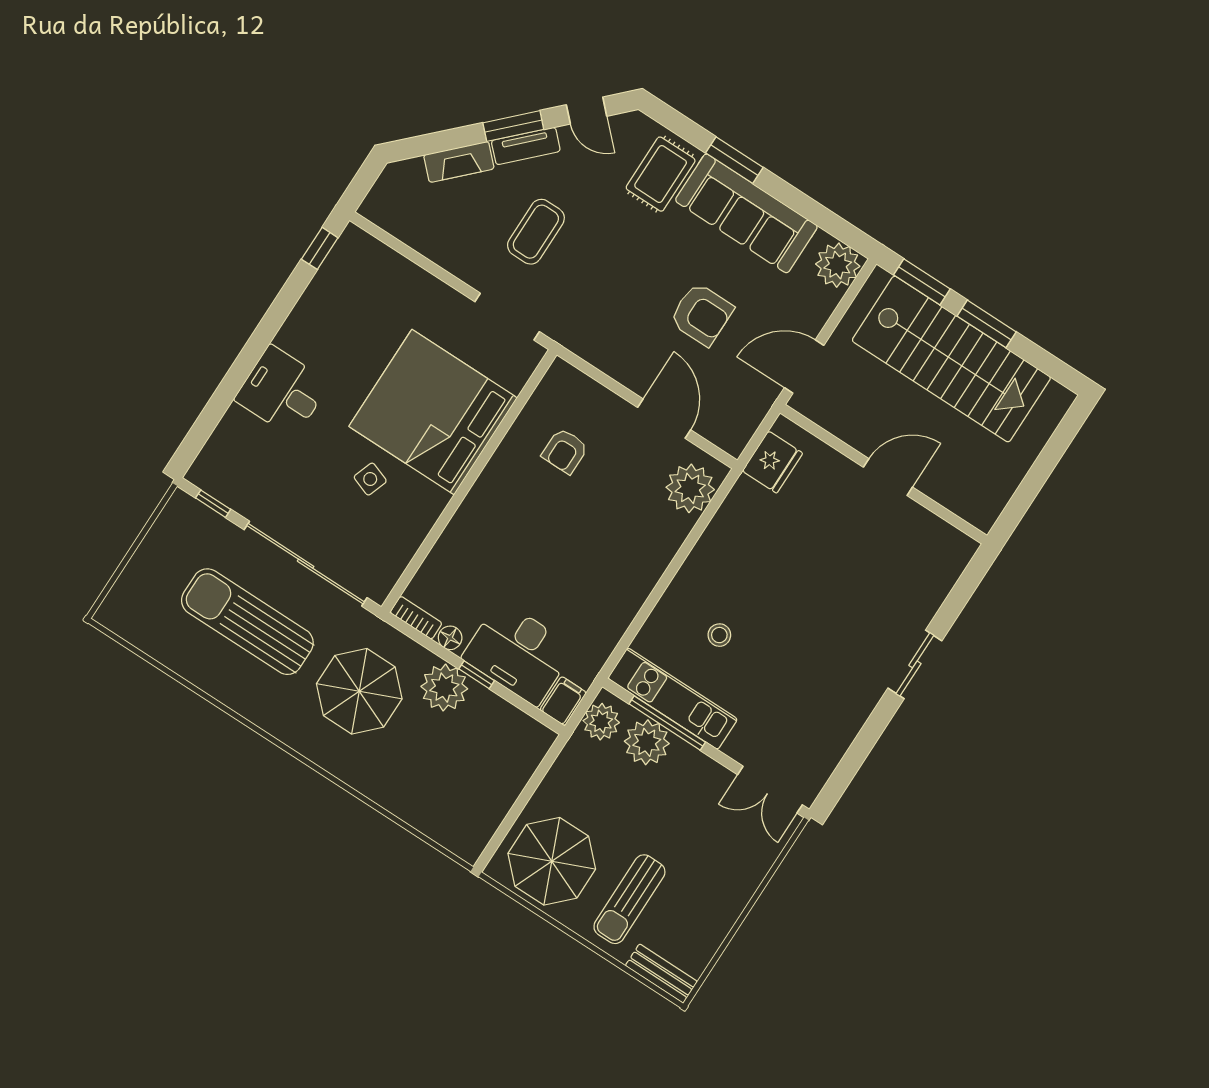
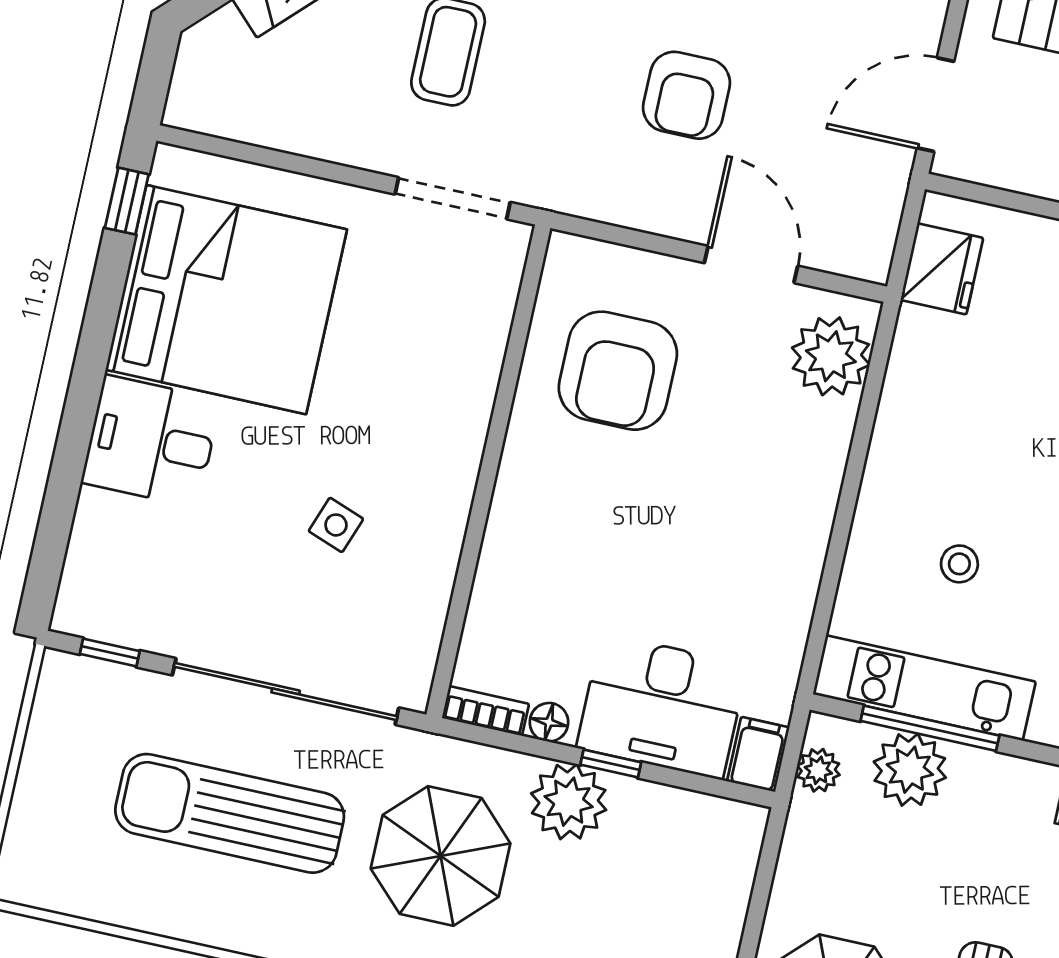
armchair: (702, 314) -> (687, 95), moved, turned 90
bed: (433, 412) -> (226, 300), moved, turned 180
armchair: (565, 451) -> (618, 371), width x1.88, depth x1.88
plant: (601, 722) -> (818, 770), width x0.73, depth x0.73

